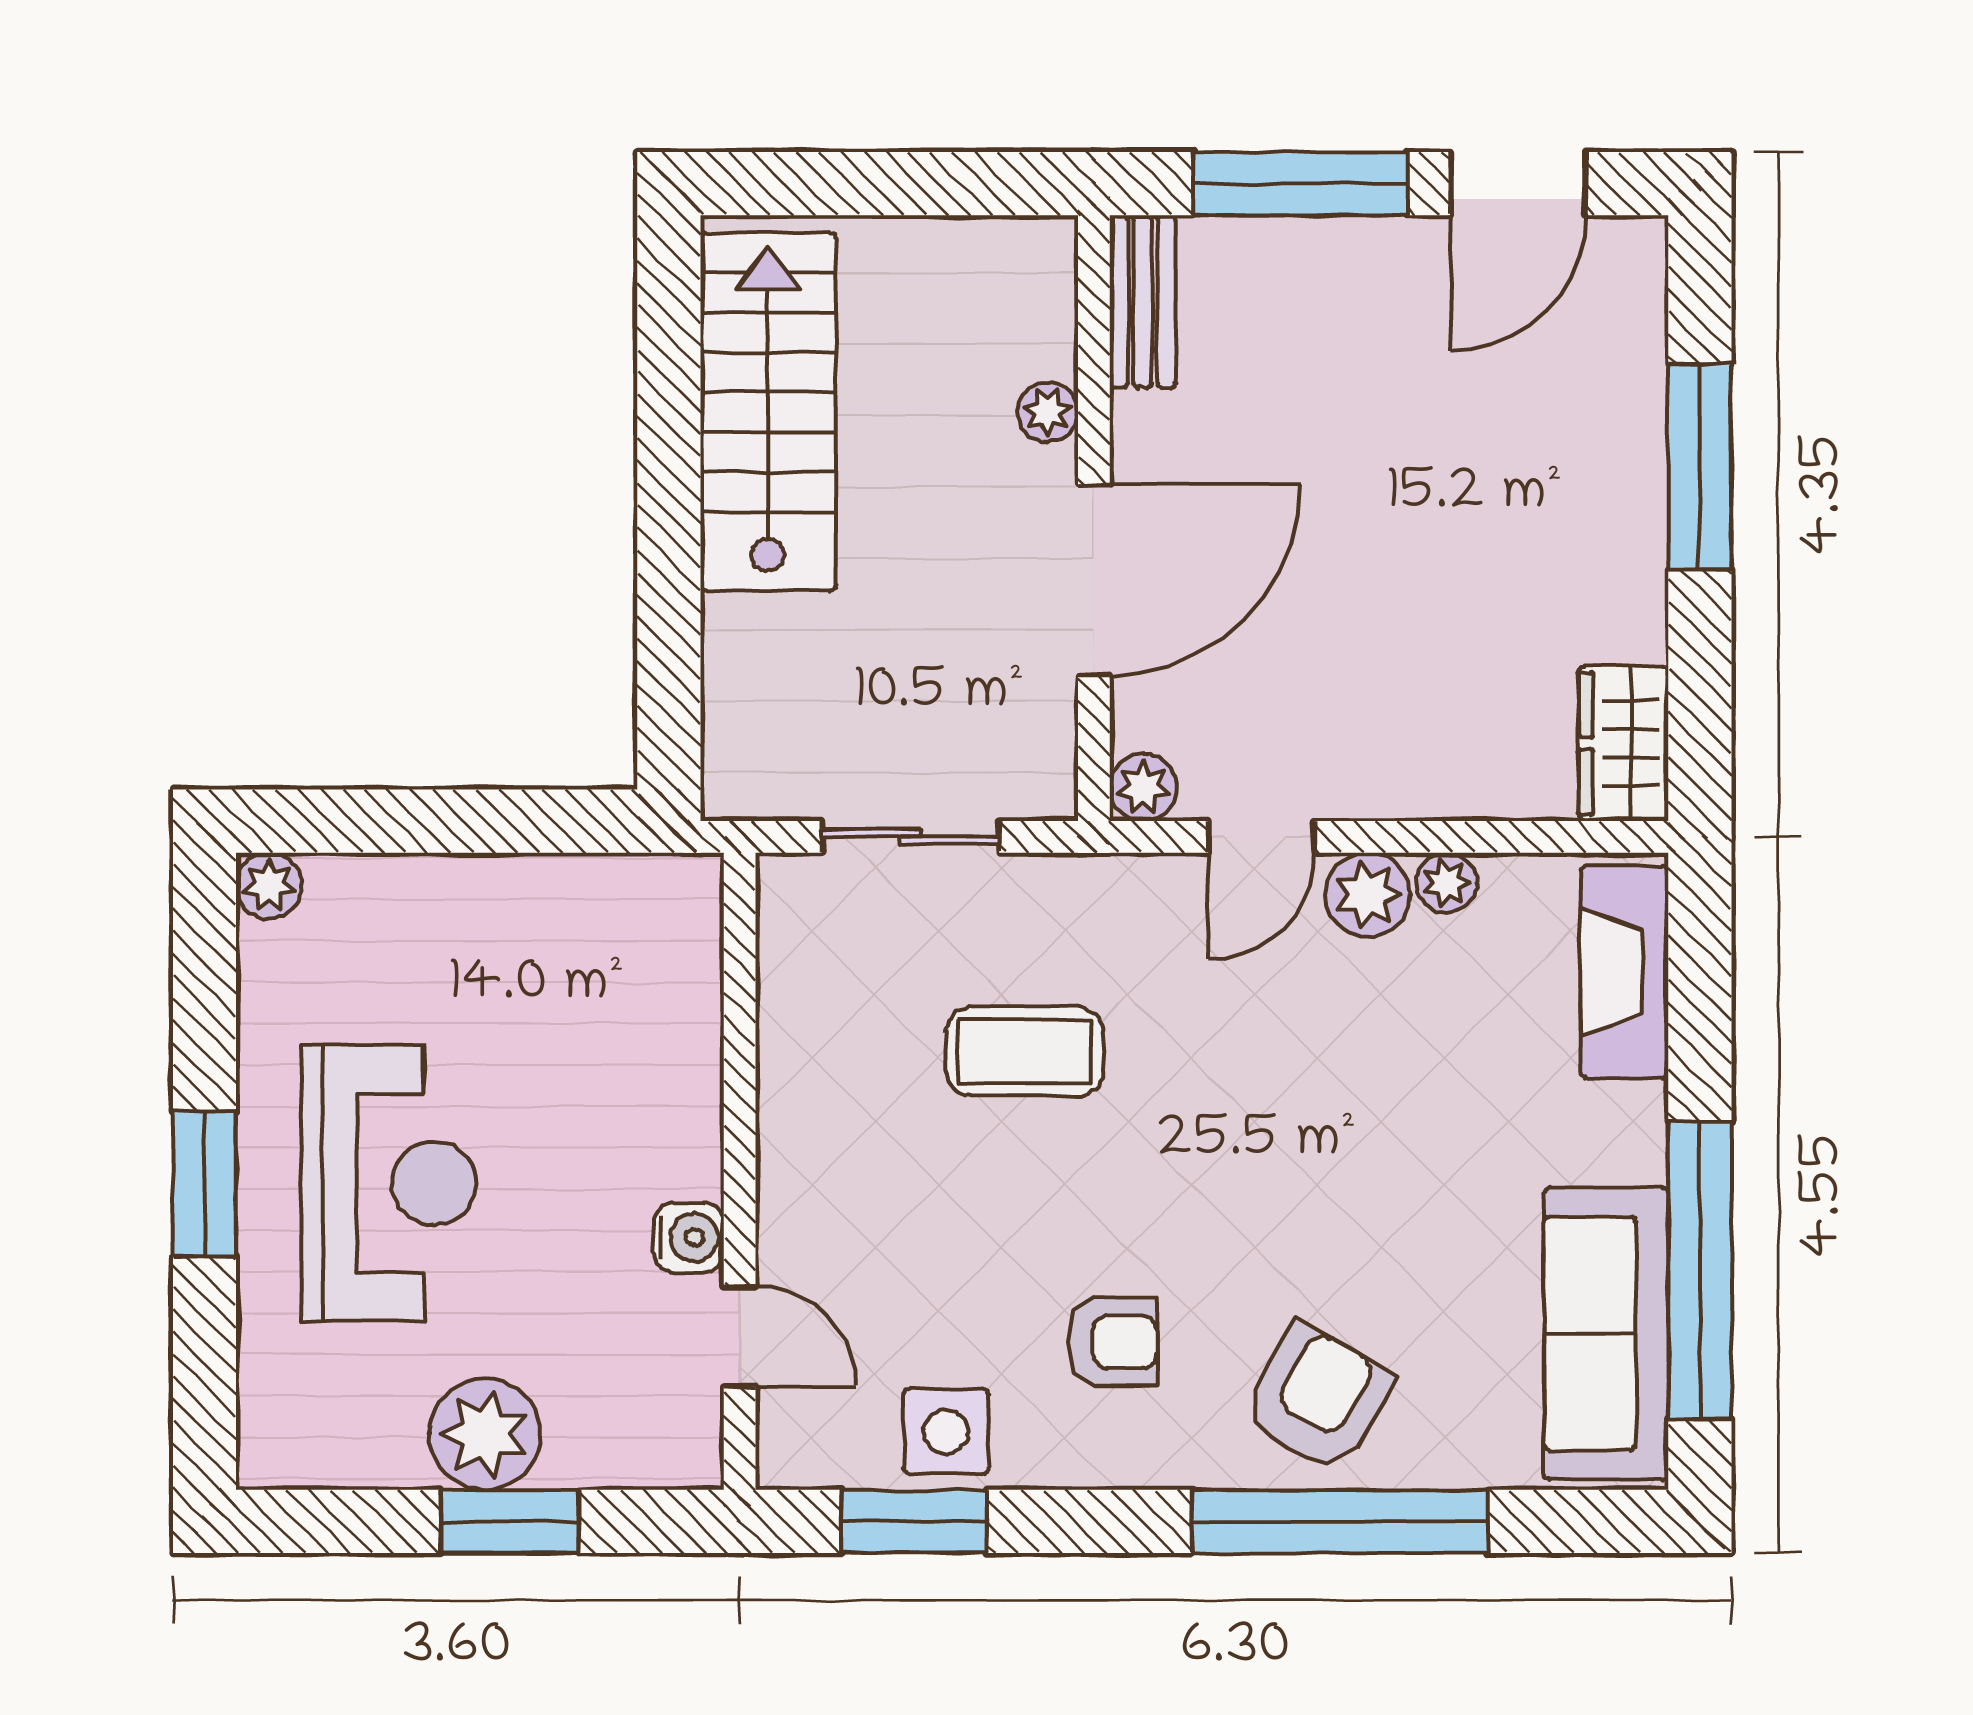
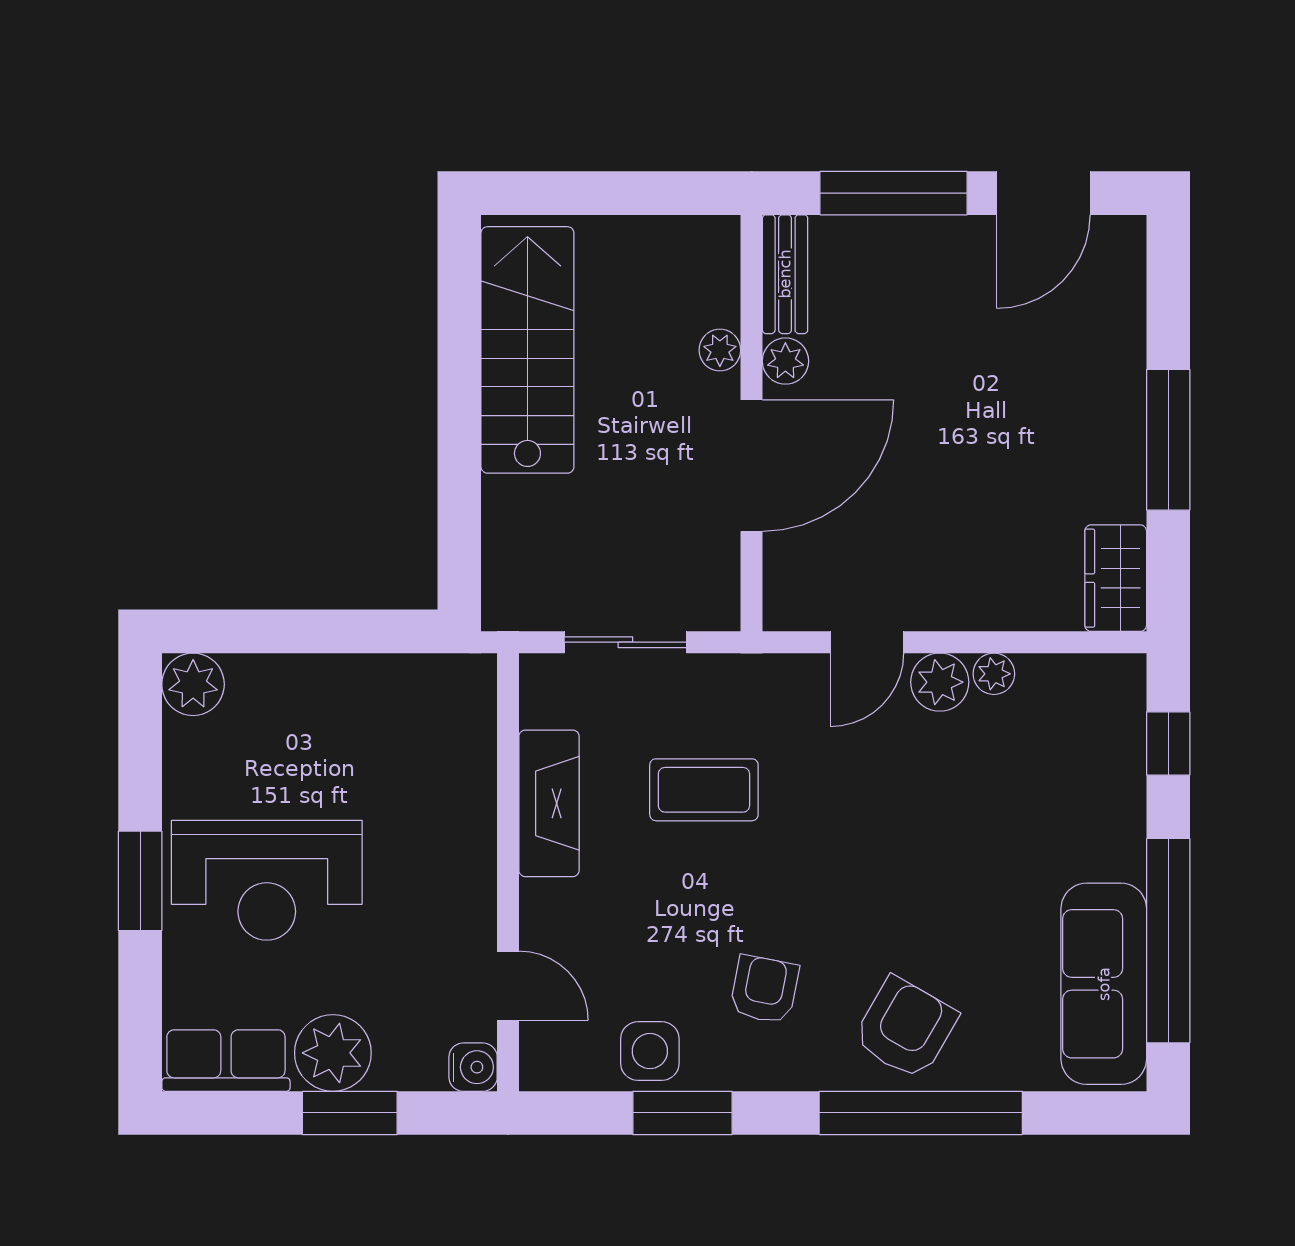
window: (1700, 467) -> (1168, 440), moved
plant: (1143, 787) -> (785, 361), moved
plant: (269, 886) -> (193, 684), width x1.38, depth x1.38
fireplace: (1624, 972) -> (549, 803), moved, turned 180
window: (1700, 984) -> (1168, 743), added
reception desk: (389, 1183) -> (267, 880), turned 90
water cooler: (689, 1237) -> (473, 1067), moved
armchair: (1112, 1342) -> (764, 989), turned -79
row of seats: (329, 1445) -> (226, 1061), added
window: (914, 1521) -> (682, 1113), moved

